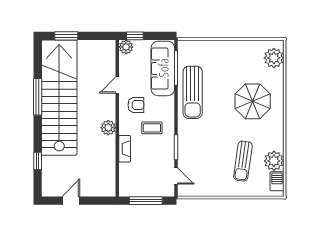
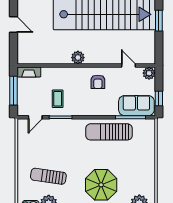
window: (135, 36) -> (159, 99), moved
sofa: (163, 68) -> (136, 106), width x0.73
door: (117, 85) -> (128, 66), moved
coffee table: (152, 128) -> (58, 99), moved
fireplace: (125, 149) -> (29, 72), moved

